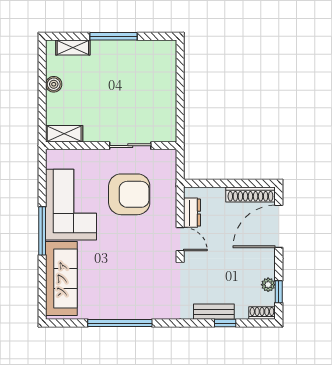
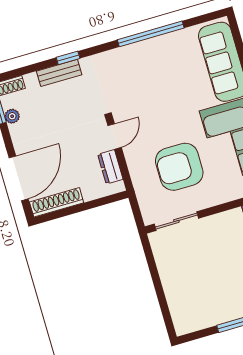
sliding door: (130, 146) -> (176, 221), moved
door: (180, 239) -> (115, 136), swing flipped
window: (225, 323) -> (68, 58), moved

